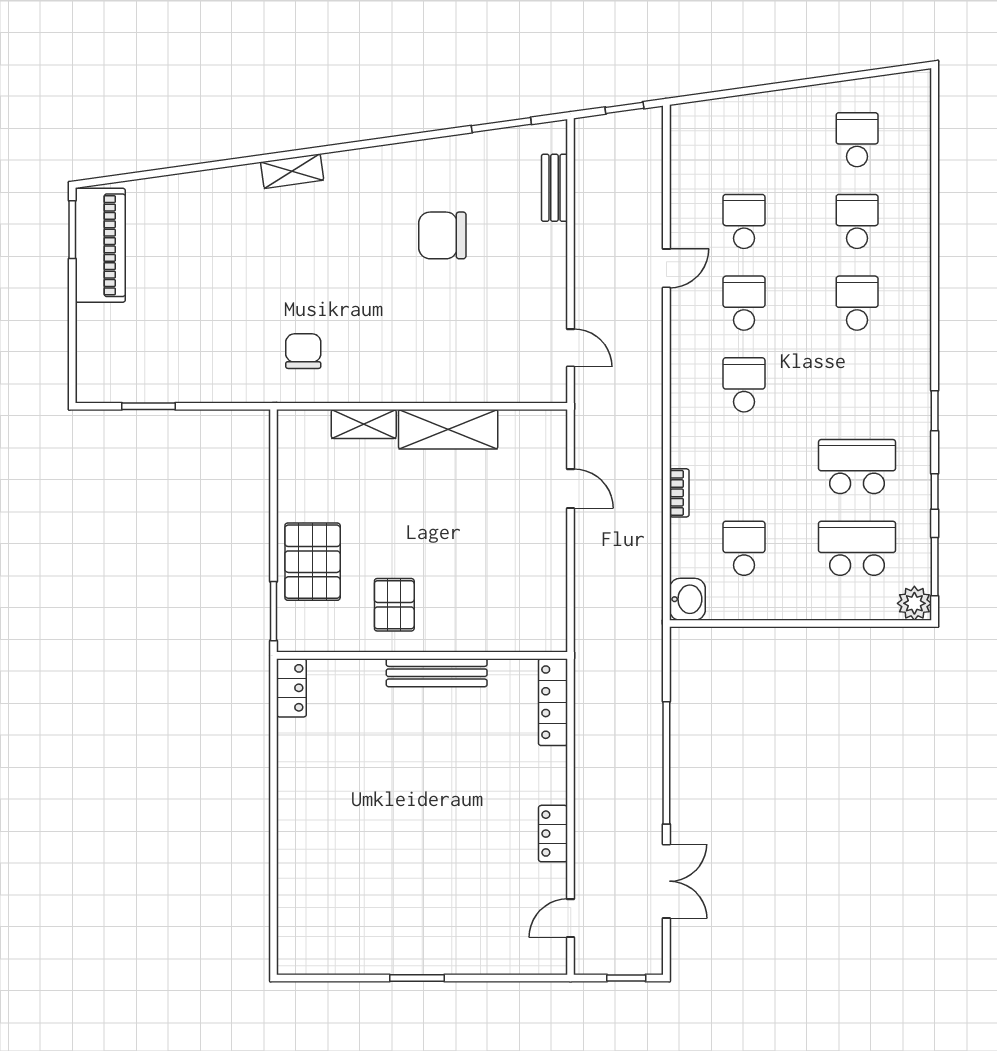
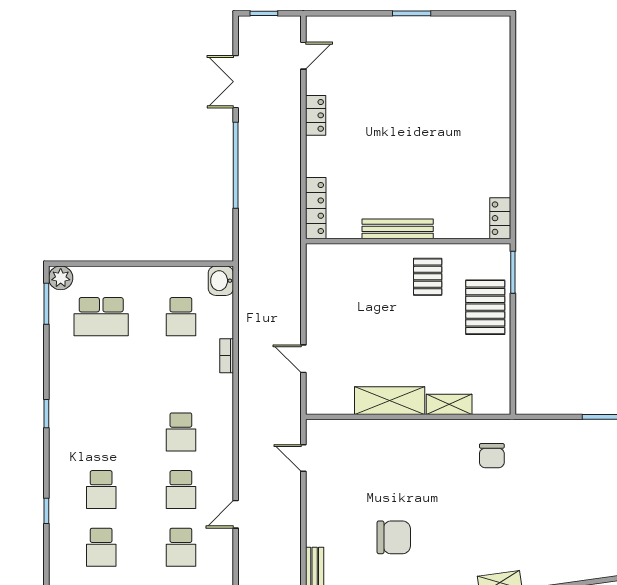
school desk: (857, 467) -> (101, 374), removed
window: (935, 492) -> (46, 511), moved

